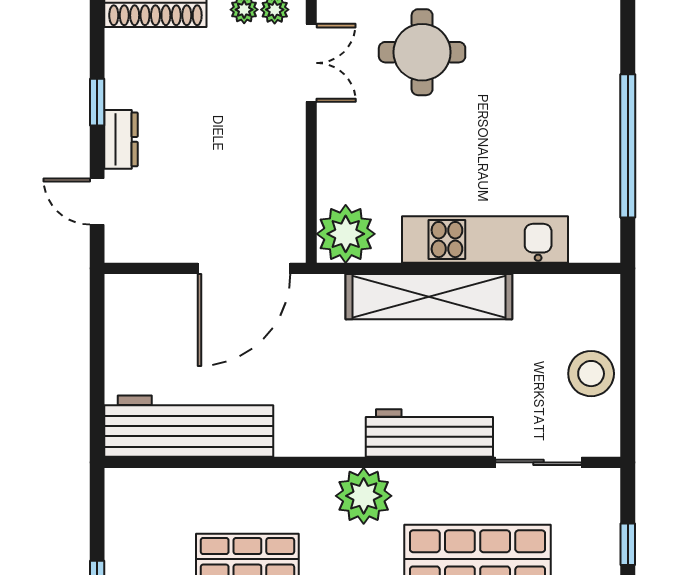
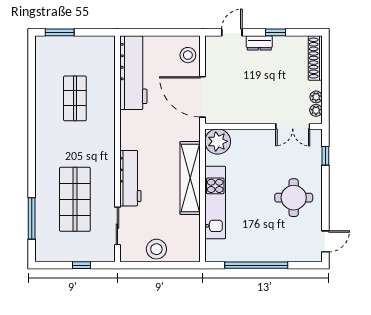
round table: (422, 52) -> (294, 198), moved
stool: (149, 302) -> (188, 55), added
plant: (364, 496) -> (103, 149), removed

